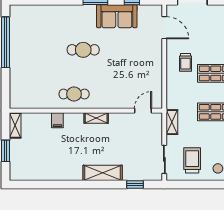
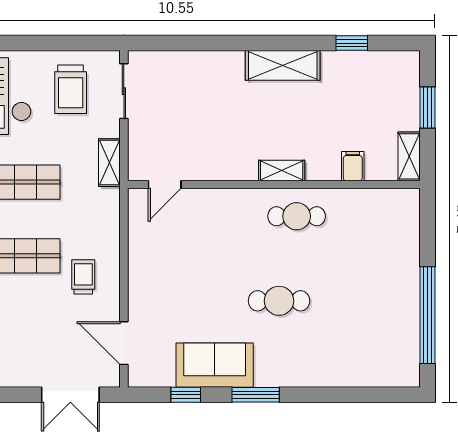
shelving: (96, 118) -> (282, 170), moved
filing cabinet: (57, 120) -> (353, 166), moved
shelving: (103, 173) -> (283, 65), moved
window: (135, 185) -> (352, 43), moved

